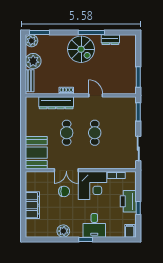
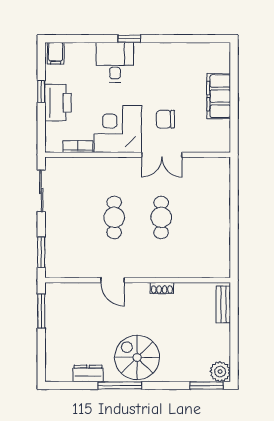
plant: (33, 61) -> (217, 338), removed
dresser: (56, 103) -> (179, 268), removed
booth: (36, 153) -> (212, 184), removed
double door: (66, 170) -> (162, 155), swing flipped
plant: (63, 231) -> (167, 53), removed

